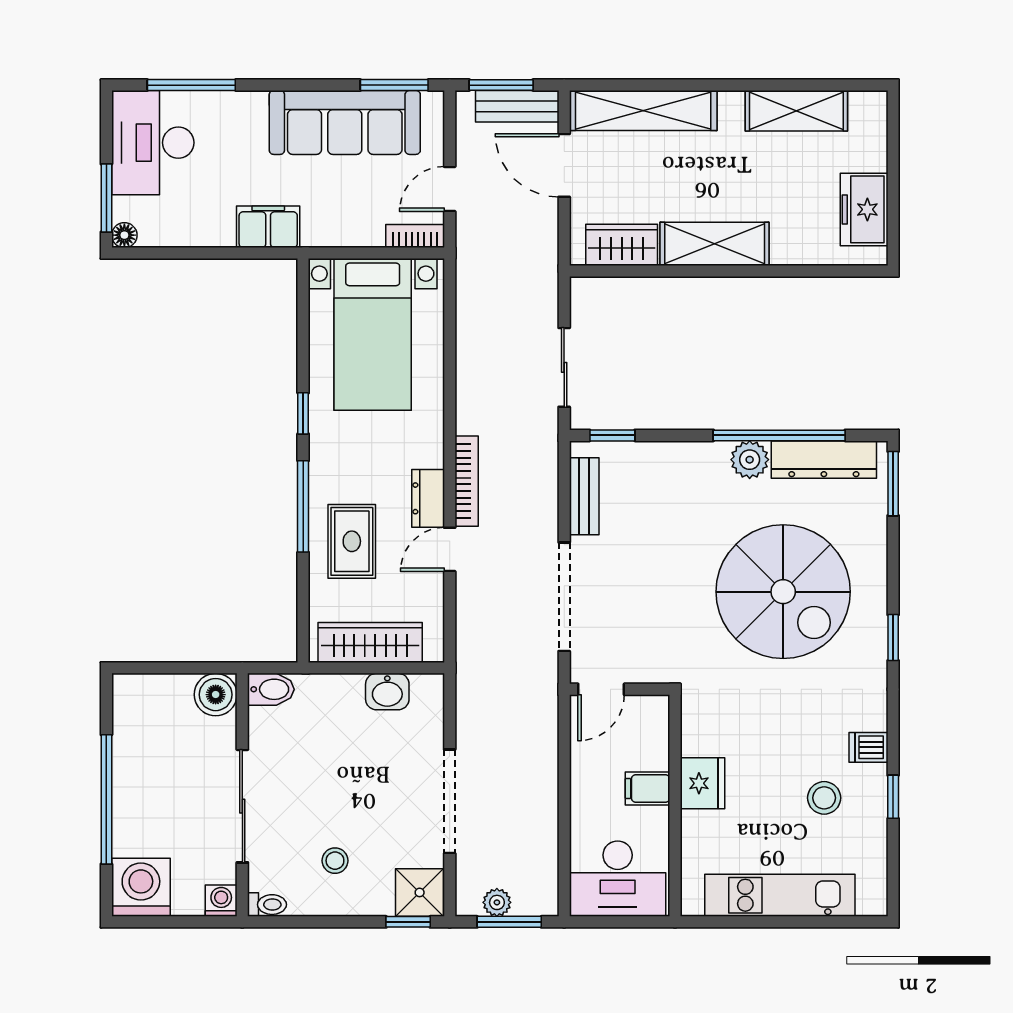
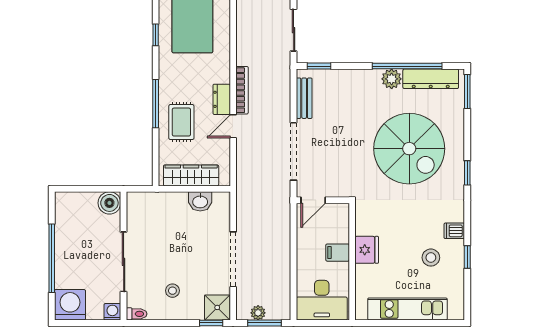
window: (303, 413) -> (156, 35), moved
bidet: (271, 689) -> (139, 200), removed

